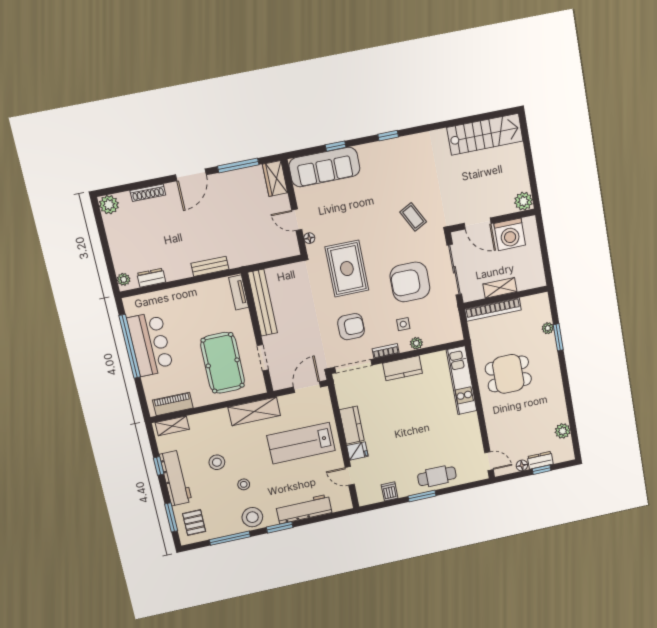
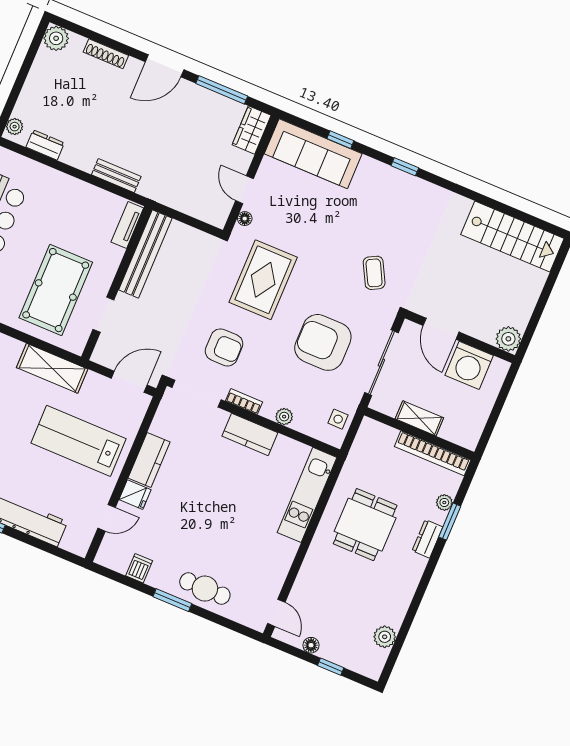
bookcase: (493, 310) -> (433, 453), moved
side table: (403, 324) -> (338, 419), moved
dining table: (508, 374) -> (365, 525), turned 90
dresser: (540, 460) -> (427, 539), moved, turned -90
door: (350, 476) -> (107, 518), swing flipped

